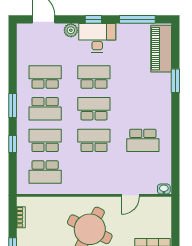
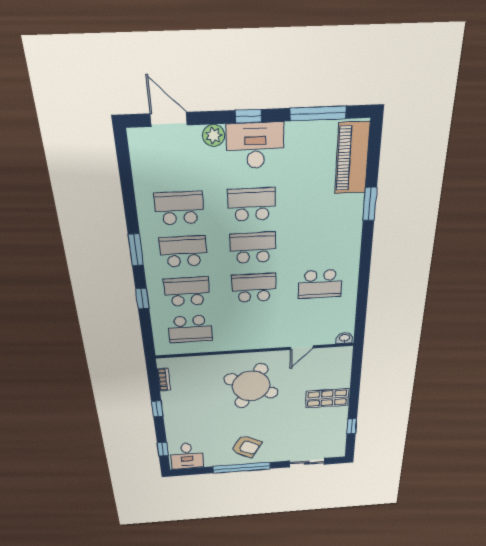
school desk: (45, 109) -> (183, 252), turned 180

